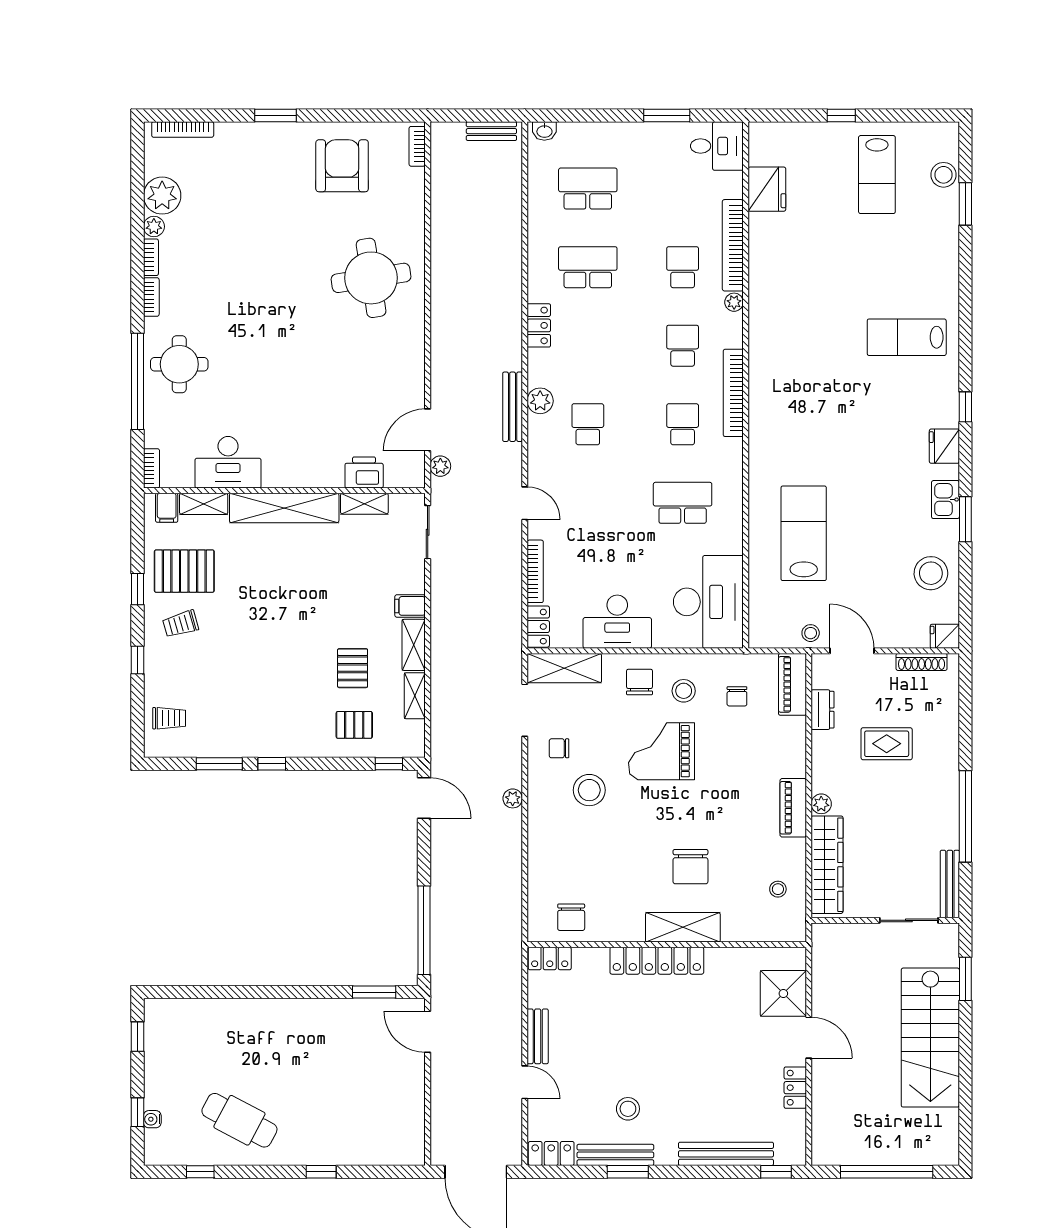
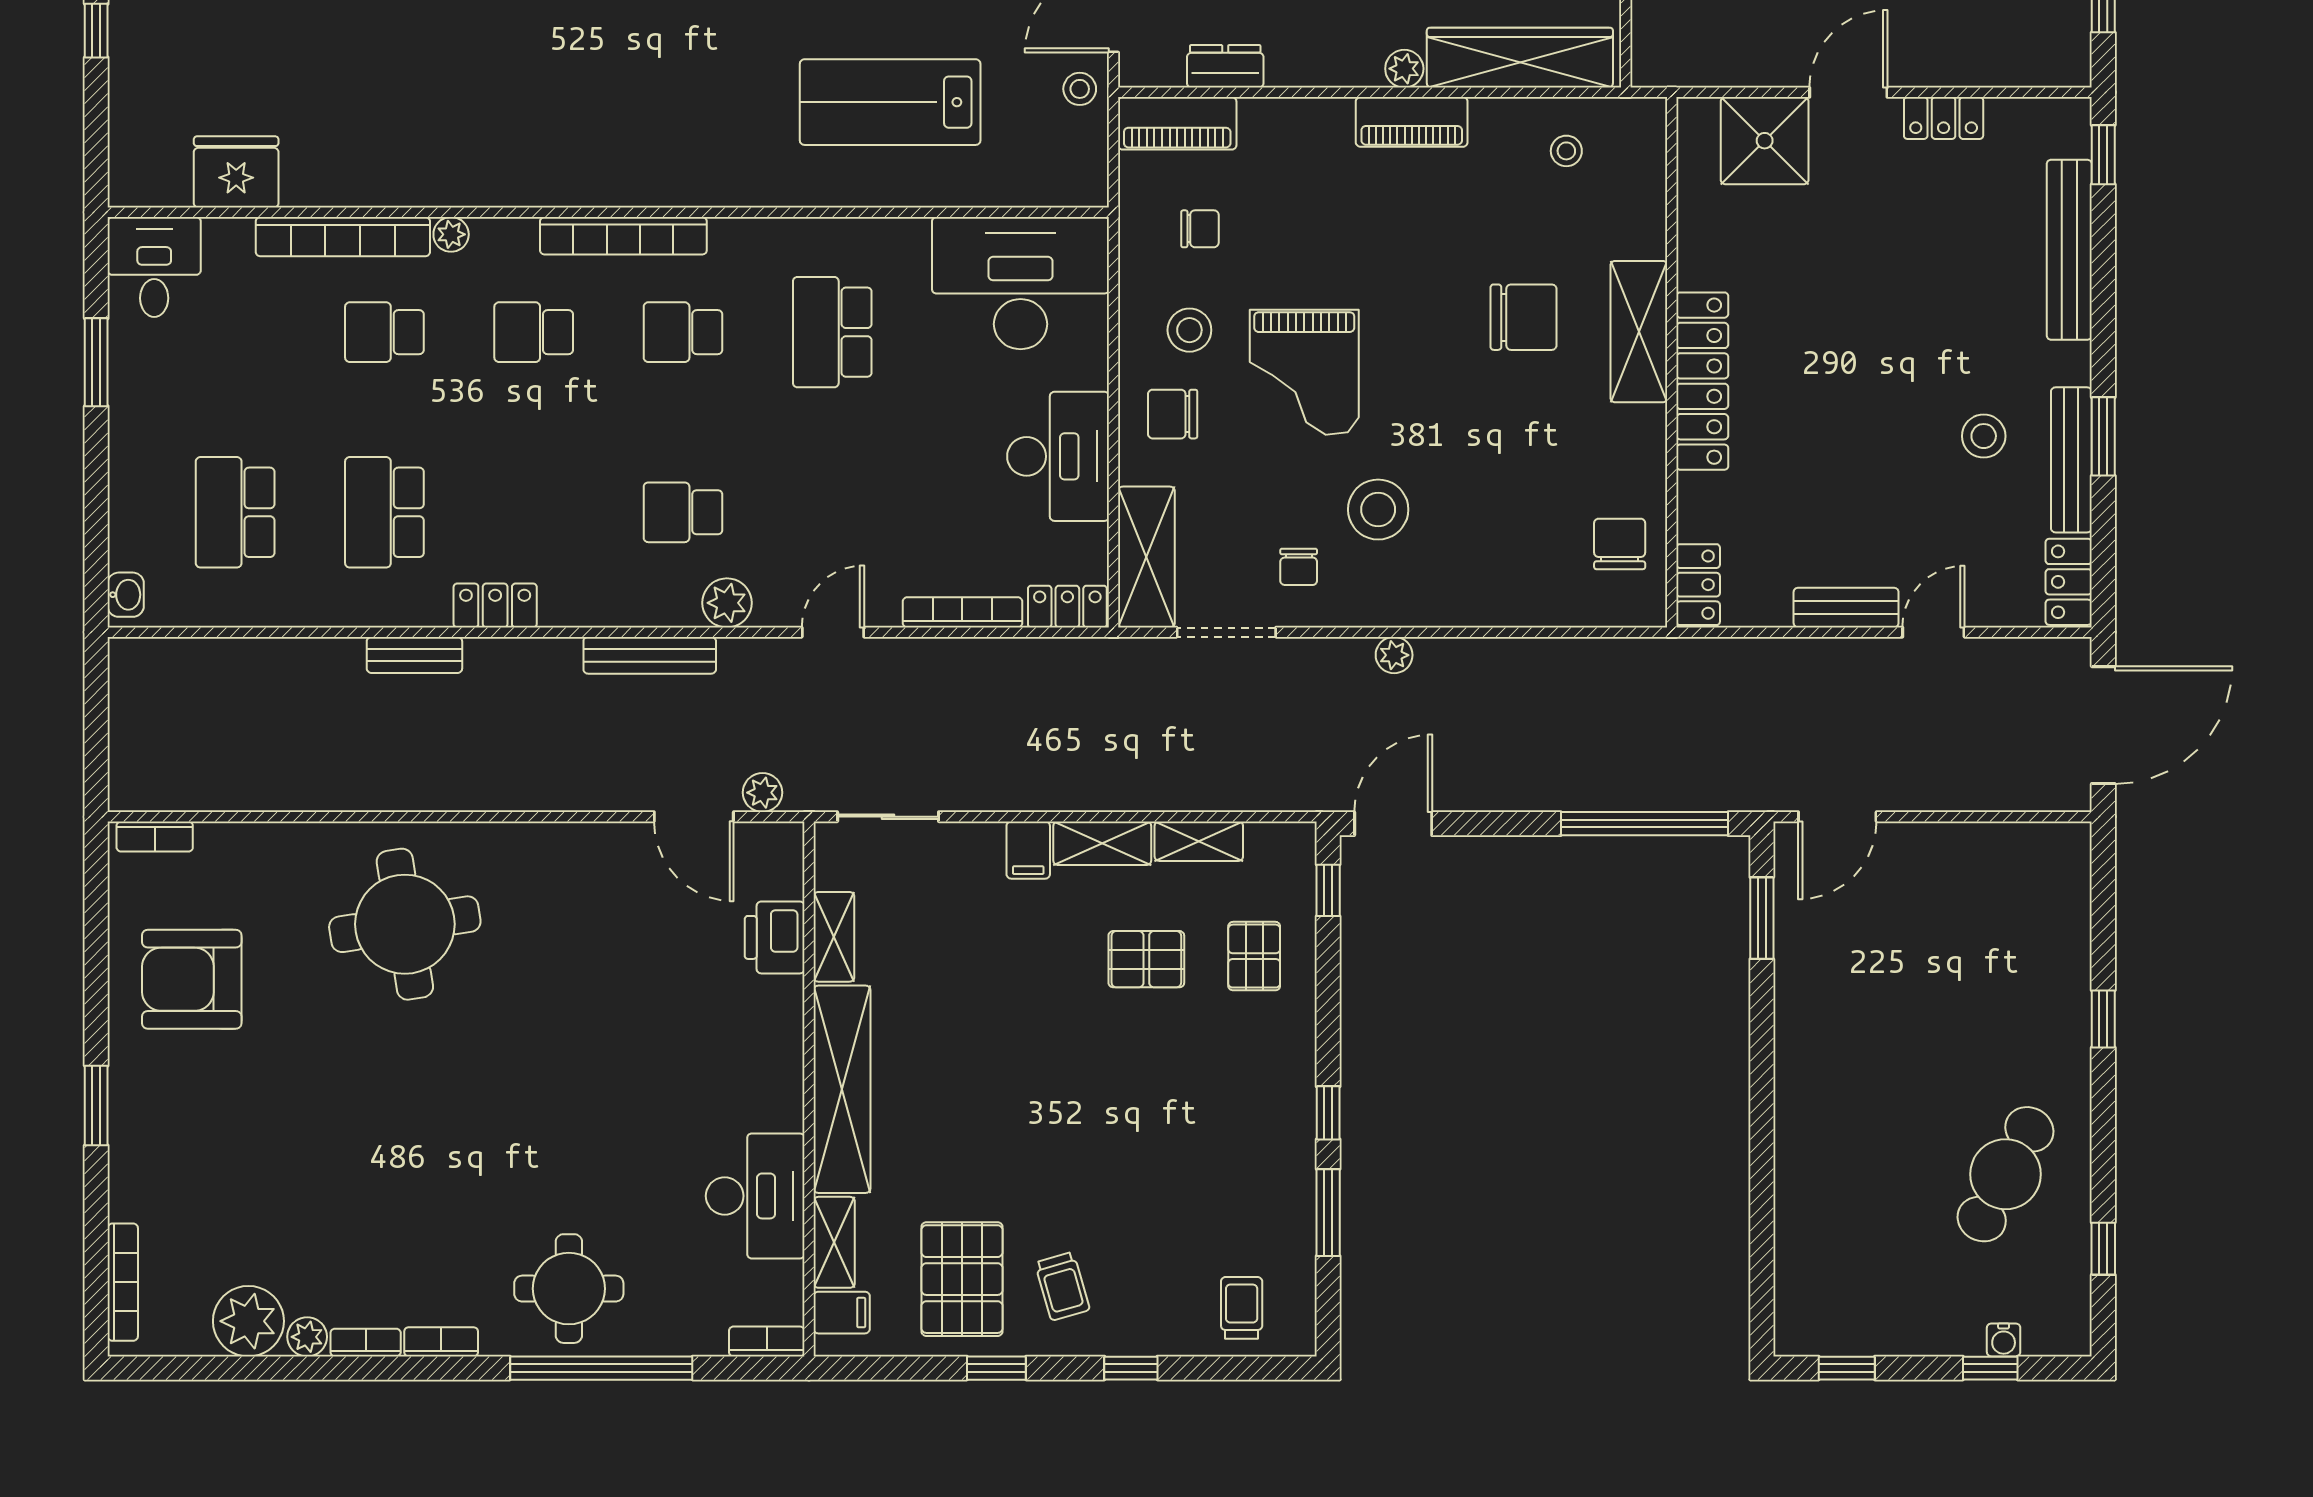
bench: (491, 131) -> (414, 655), moved, turned 90
plant: (540, 401) -> (727, 603), moved
chair: (571, 917) -> (1620, 544), turned -90

